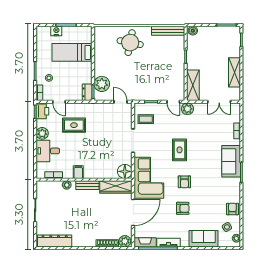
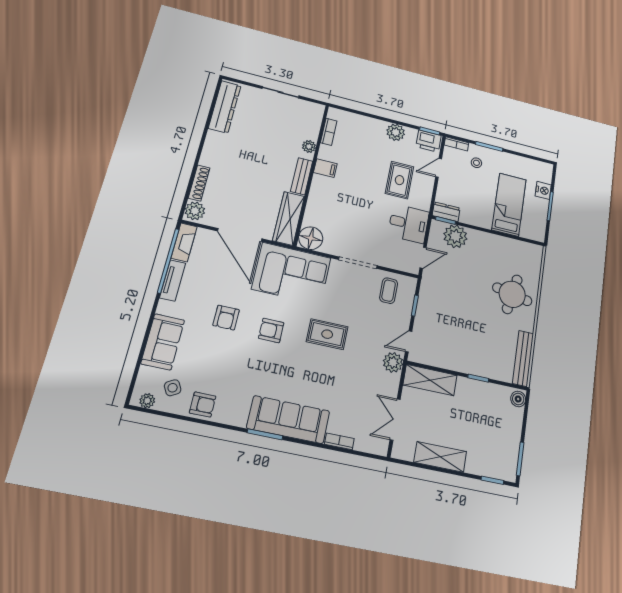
desk: (48, 151) -> (409, 224), moved, turned 90
sofa: (231, 161) -> (288, 420), width x1.36

